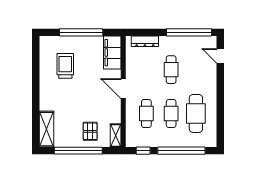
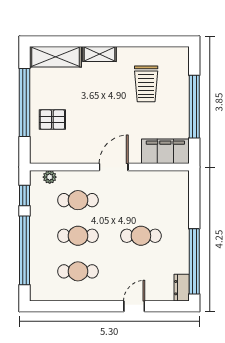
dresser: (145, 41) -> (182, 288), moved, width x0.70
door: (220, 56) -> (134, 306), moved
trolley: (65, 66) -> (146, 84), turned 90
cafe table: (196, 113) -> (78, 271), width x0.73, depth x0.74
plant: (130, 133) -> (50, 177), added
shelving: (116, 135) -> (99, 54), moved

